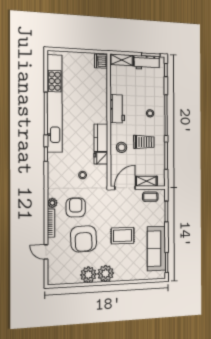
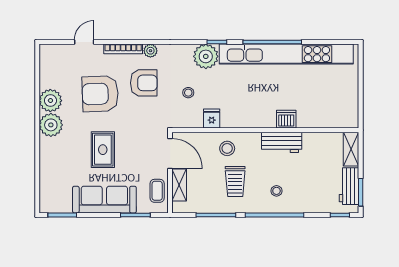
dishwasher: (101, 61) -> (286, 119), moved
kitchen counter: (101, 138) -> (240, 119), removed
plant: (56, 162) -> (206, 56), added
sofa: (156, 248) -> (104, 200), moved

